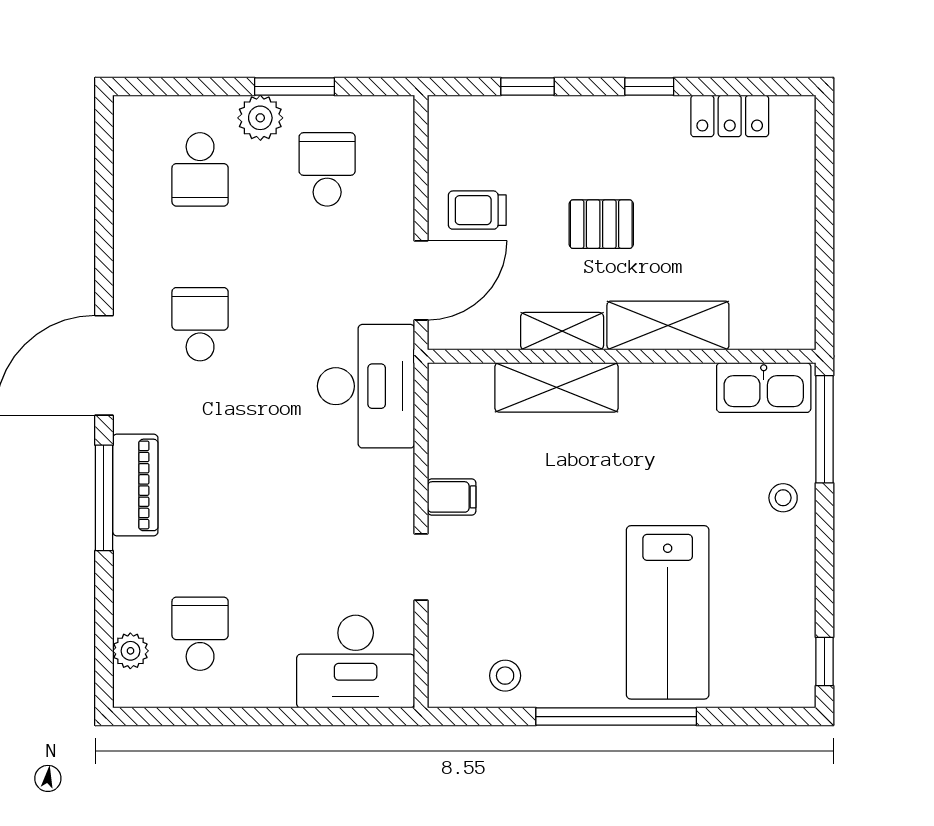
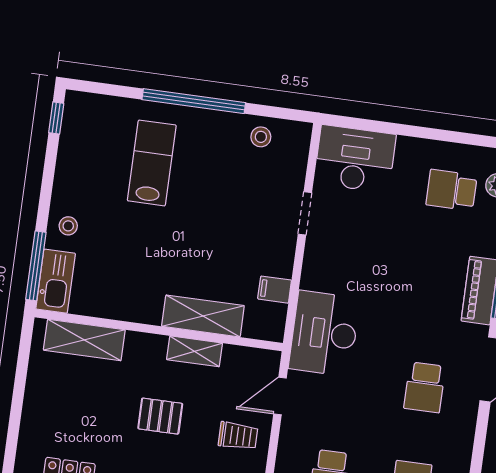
door: (421, 280) -> (280, 396), width x0.73
shelving: (668, 325) -> (84, 340), moved
kitchen sink: (764, 388) -> (56, 281), moved, turned 90
filing cabinet: (452, 497) -> (275, 290), moved
lab bench: (668, 612) -> (152, 163), width x0.73, depth x0.72
school desk: (200, 634) -> (452, 190), turned 90

